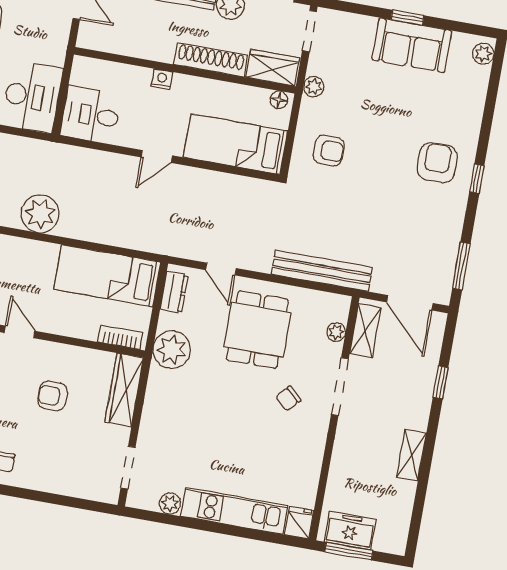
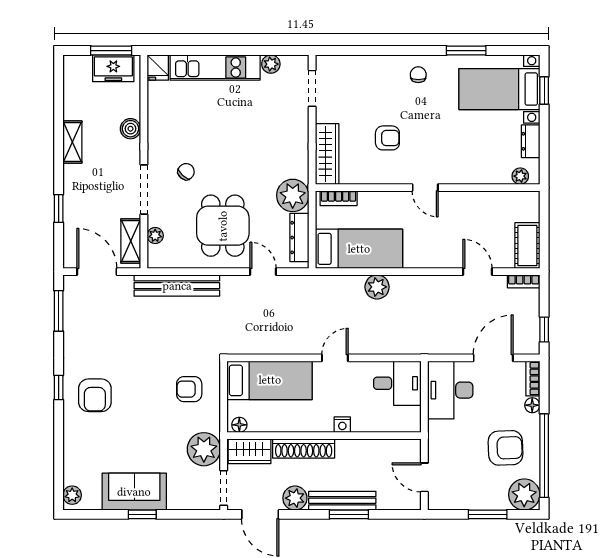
plant: (314, 87) -> (204, 449), width x1.88, depth x1.88
plant: (40, 214) -> (377, 287), moved, width x0.73, depth x0.73
dresser: (174, 292) -> (299, 238), width x1.44
boiler: (343, 459) -> (130, 129), added

